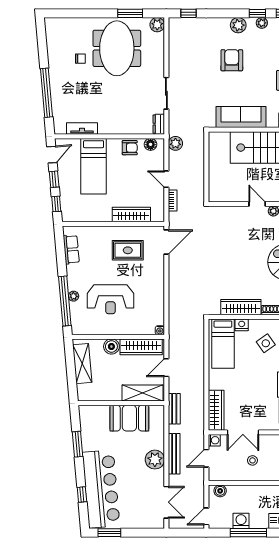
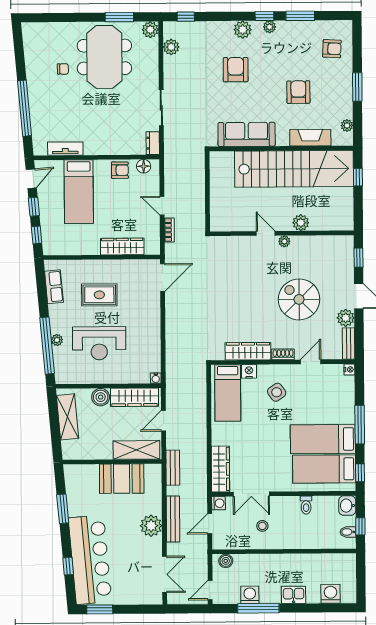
plant: (175, 143) -> (171, 47), moved
rug: (128, 250) -> (99, 295), moved

